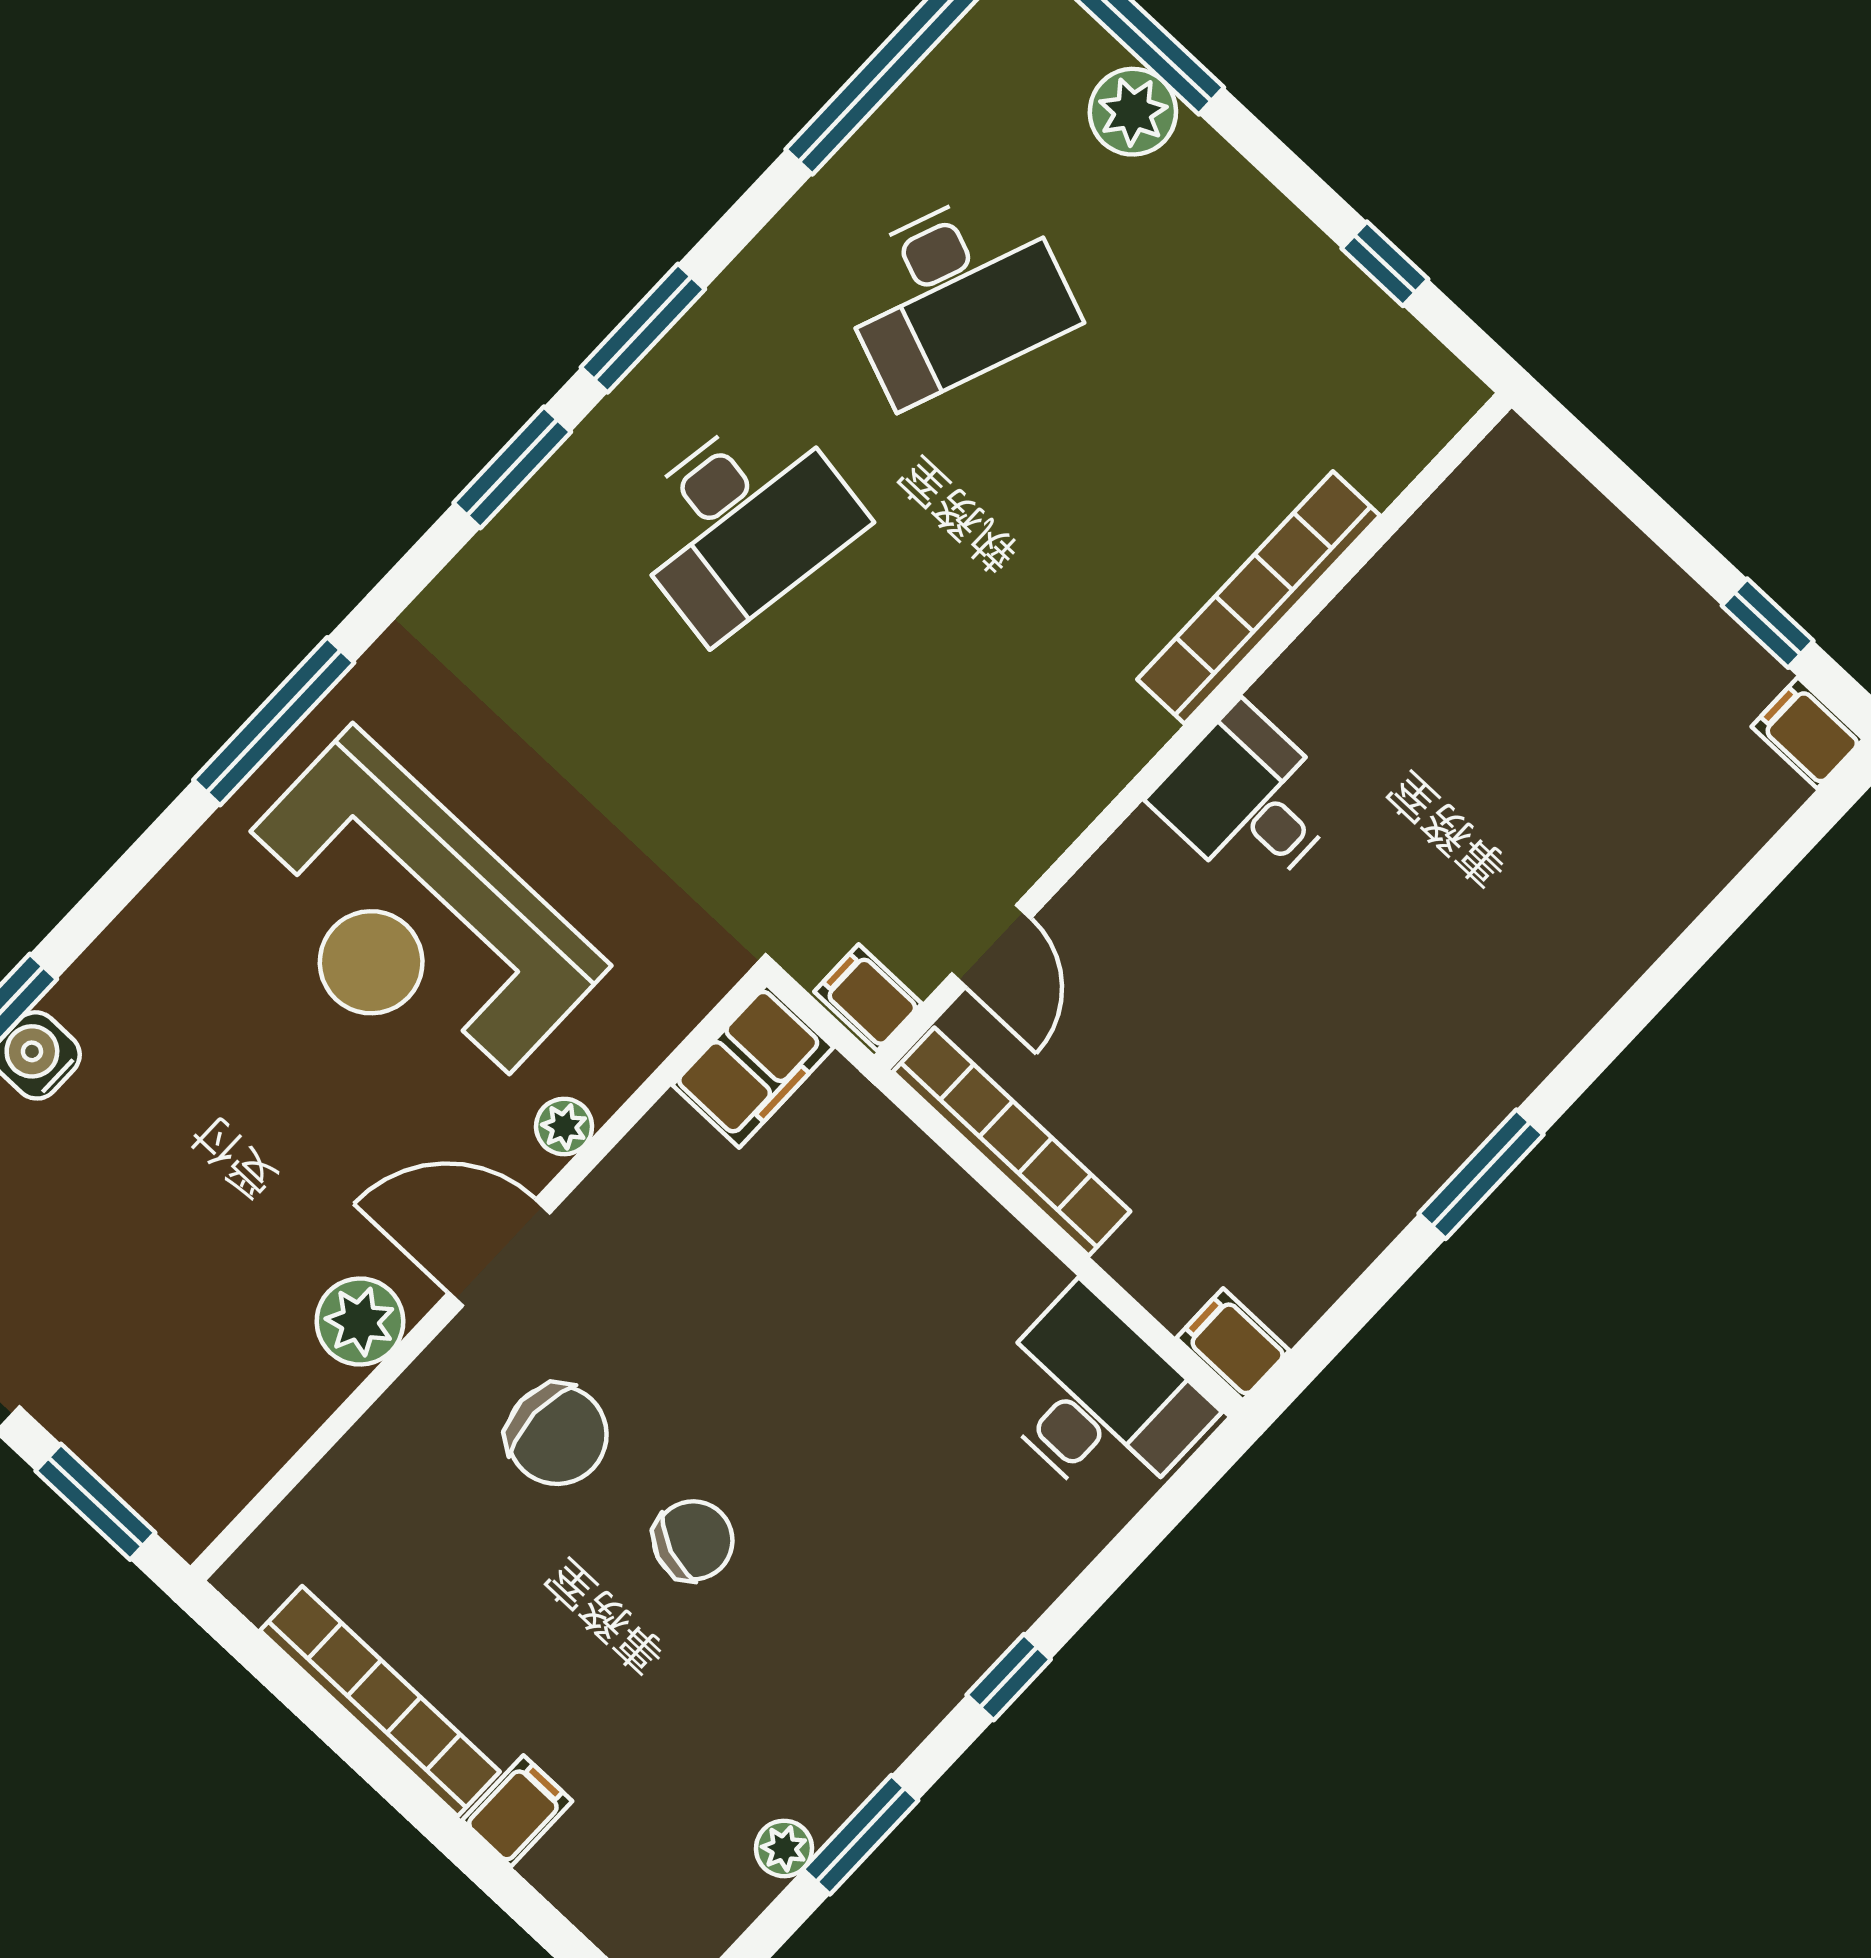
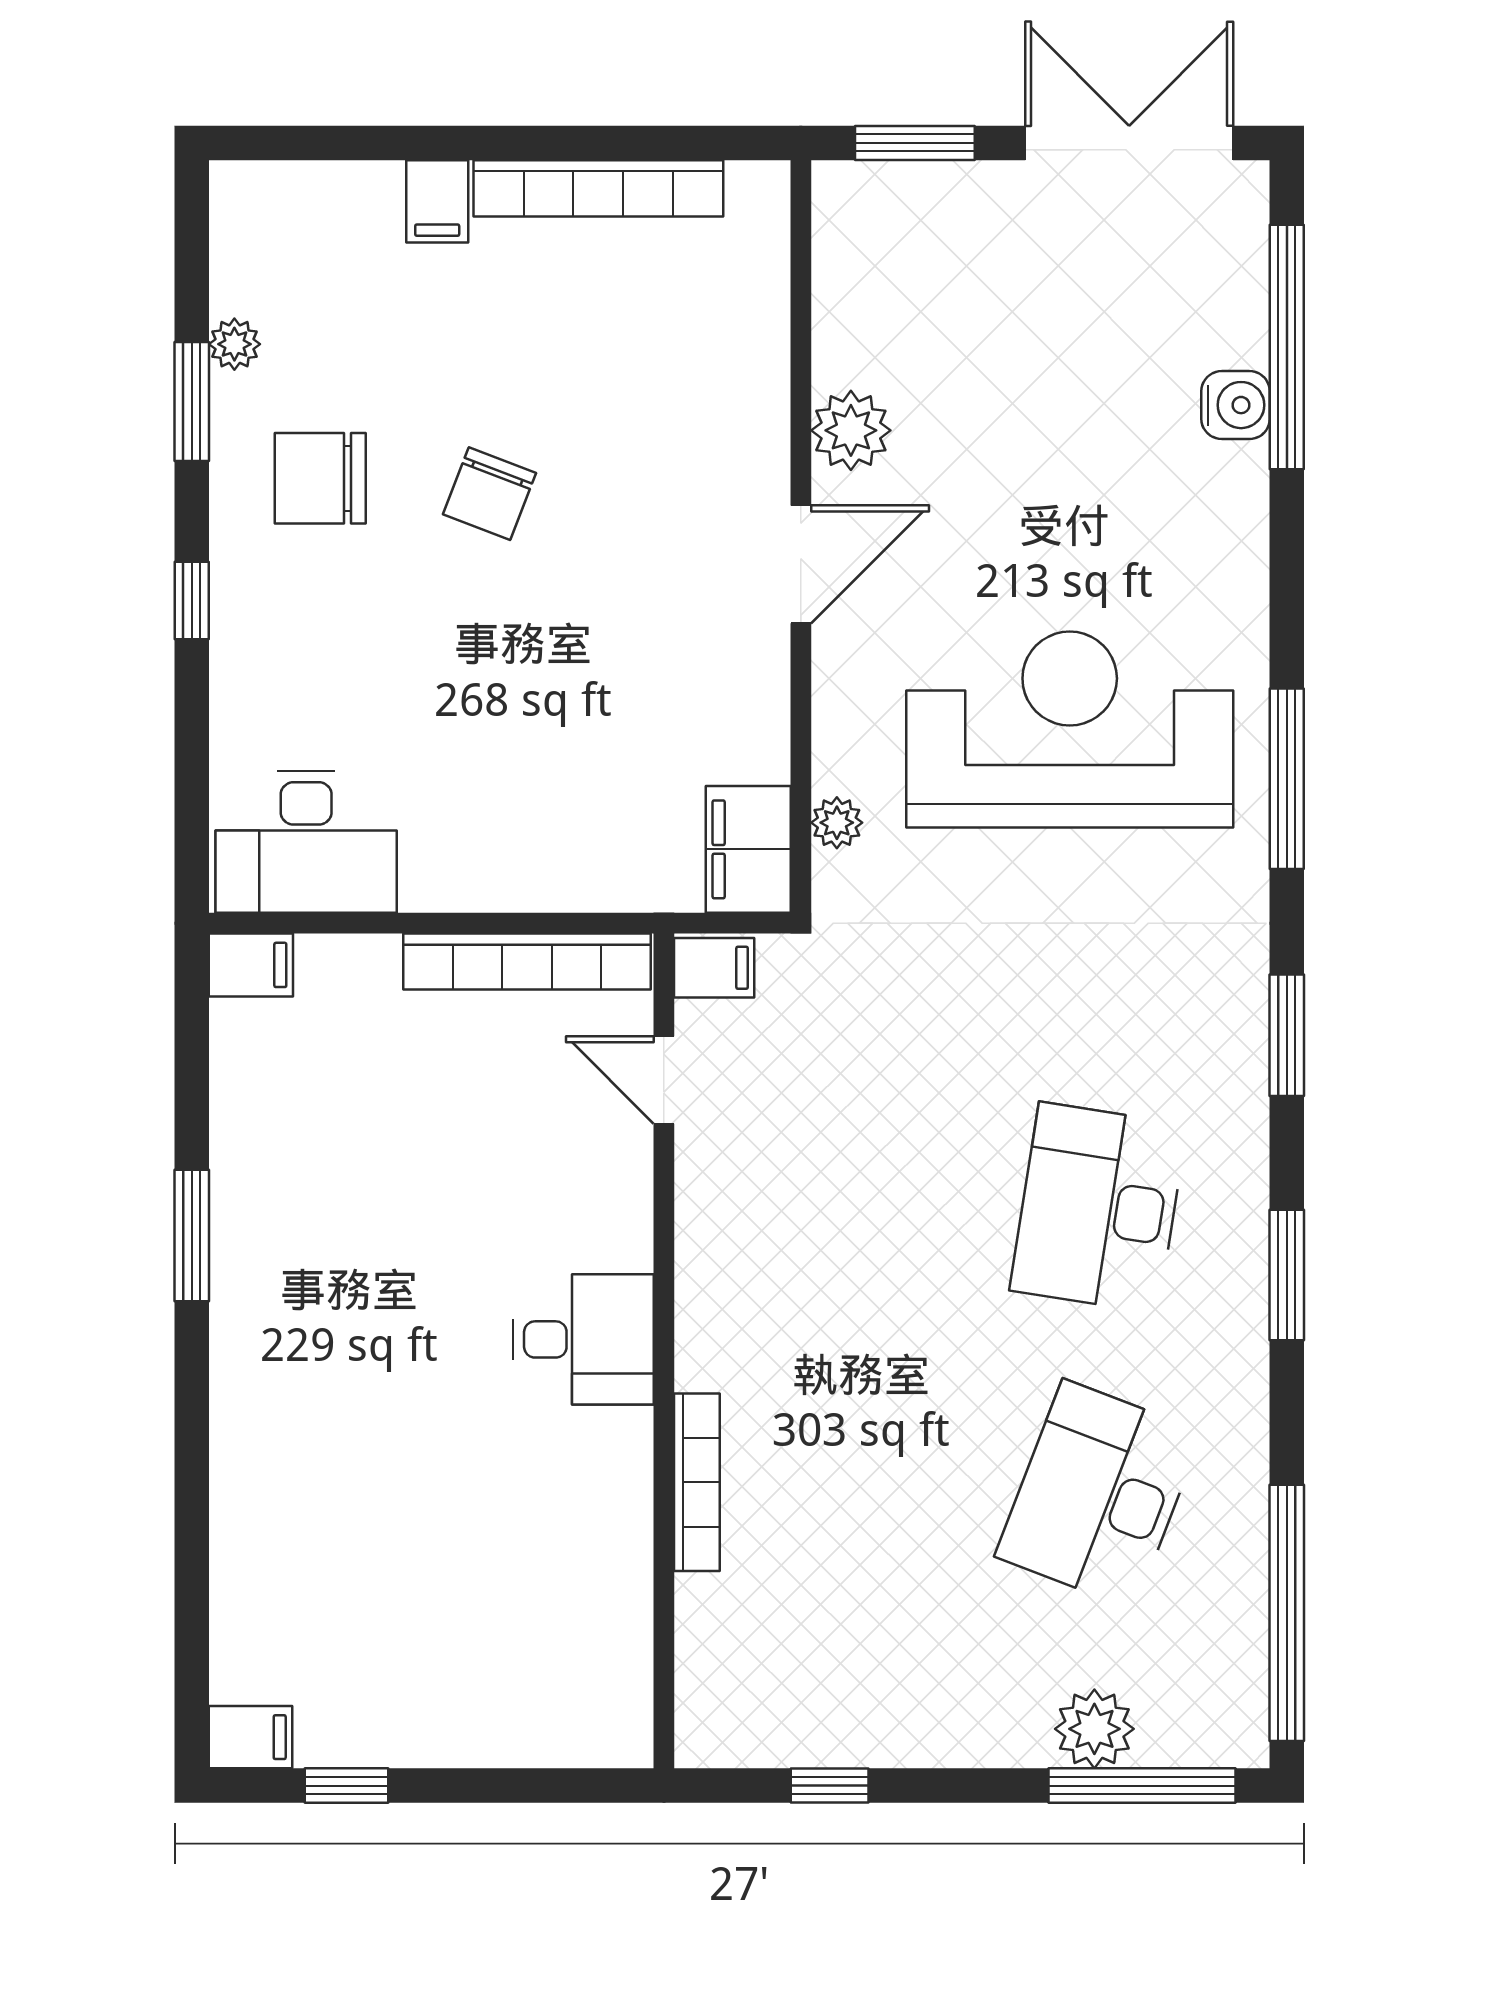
window: (512, 467) -> (1287, 1035), moved
bookcase: (1259, 597) -> (697, 1482), width x0.68, depth x0.76
plant: (564, 1127) -> (837, 823), moved
chair: (557, 1435) -> (320, 478), moved

